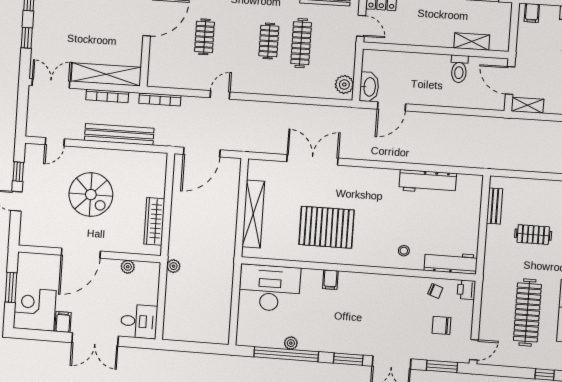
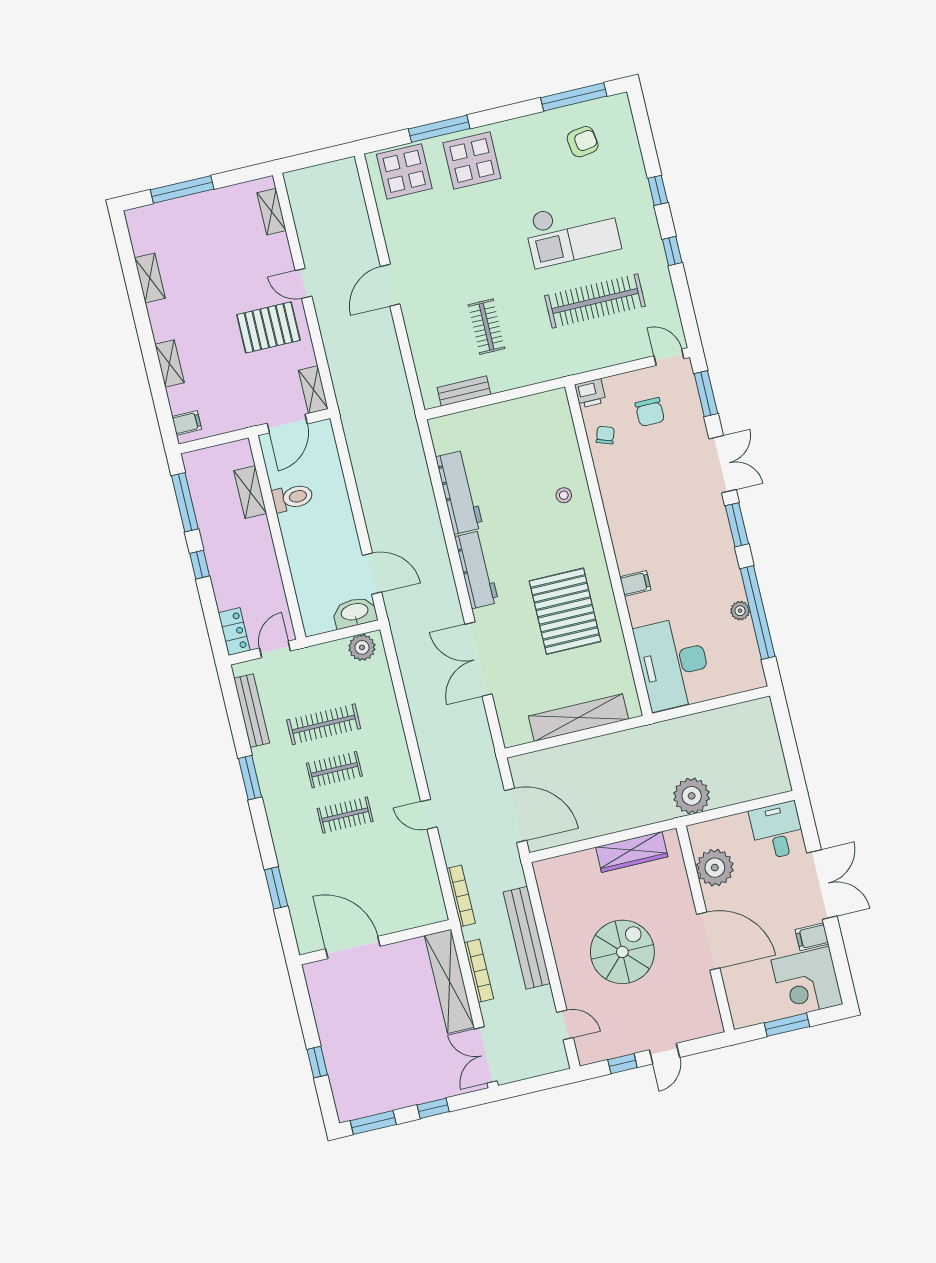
clothes rail: (204, 37) -> (345, 815), moved
workbench: (451, 263) -> (477, 570), moved, turned 180
plant: (173, 266) -> (692, 796), width x1.87, depth x1.87
plant: (128, 267) -> (715, 868), width x1.88, depth x1.88

